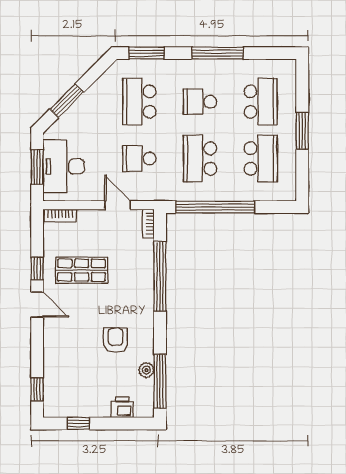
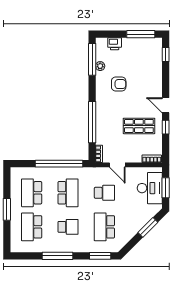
school desk: (139, 102) -> (104, 227), turned 180
armchair: (115, 340) -> (119, 84), turned -90
window: (78, 423) -> (141, 34), width x2.17

